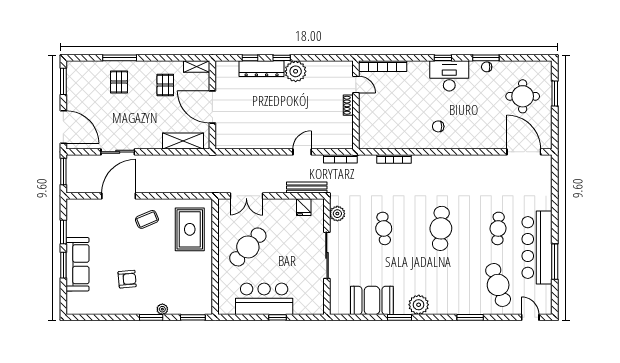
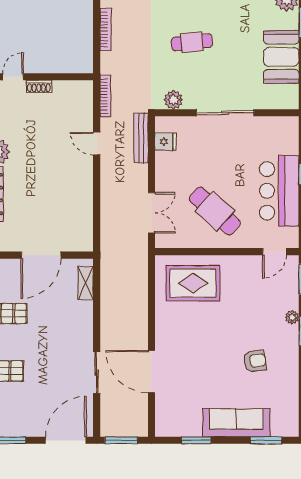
shelving: (183, 141) -> (86, 283), width x0.67, depth x0.75
coffee table: (147, 219) -> (181, 336), removed
window: (63, 265) -> (266, 440), moved
armchair: (127, 279) -> (255, 361), turned 86
door: (215, 295) -> (274, 252), added

